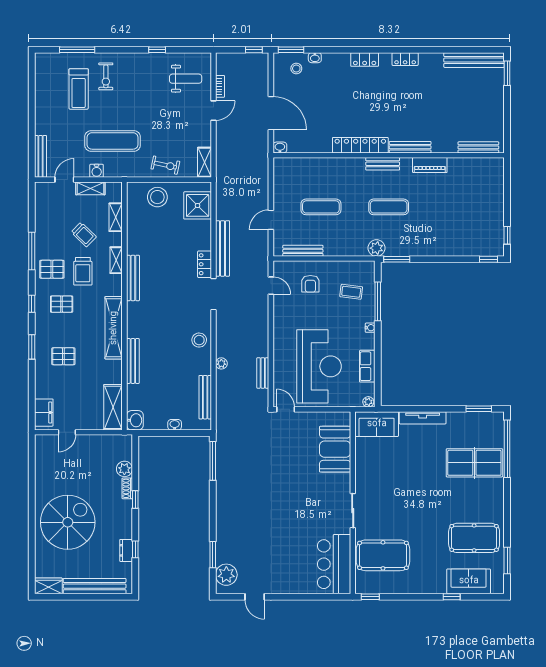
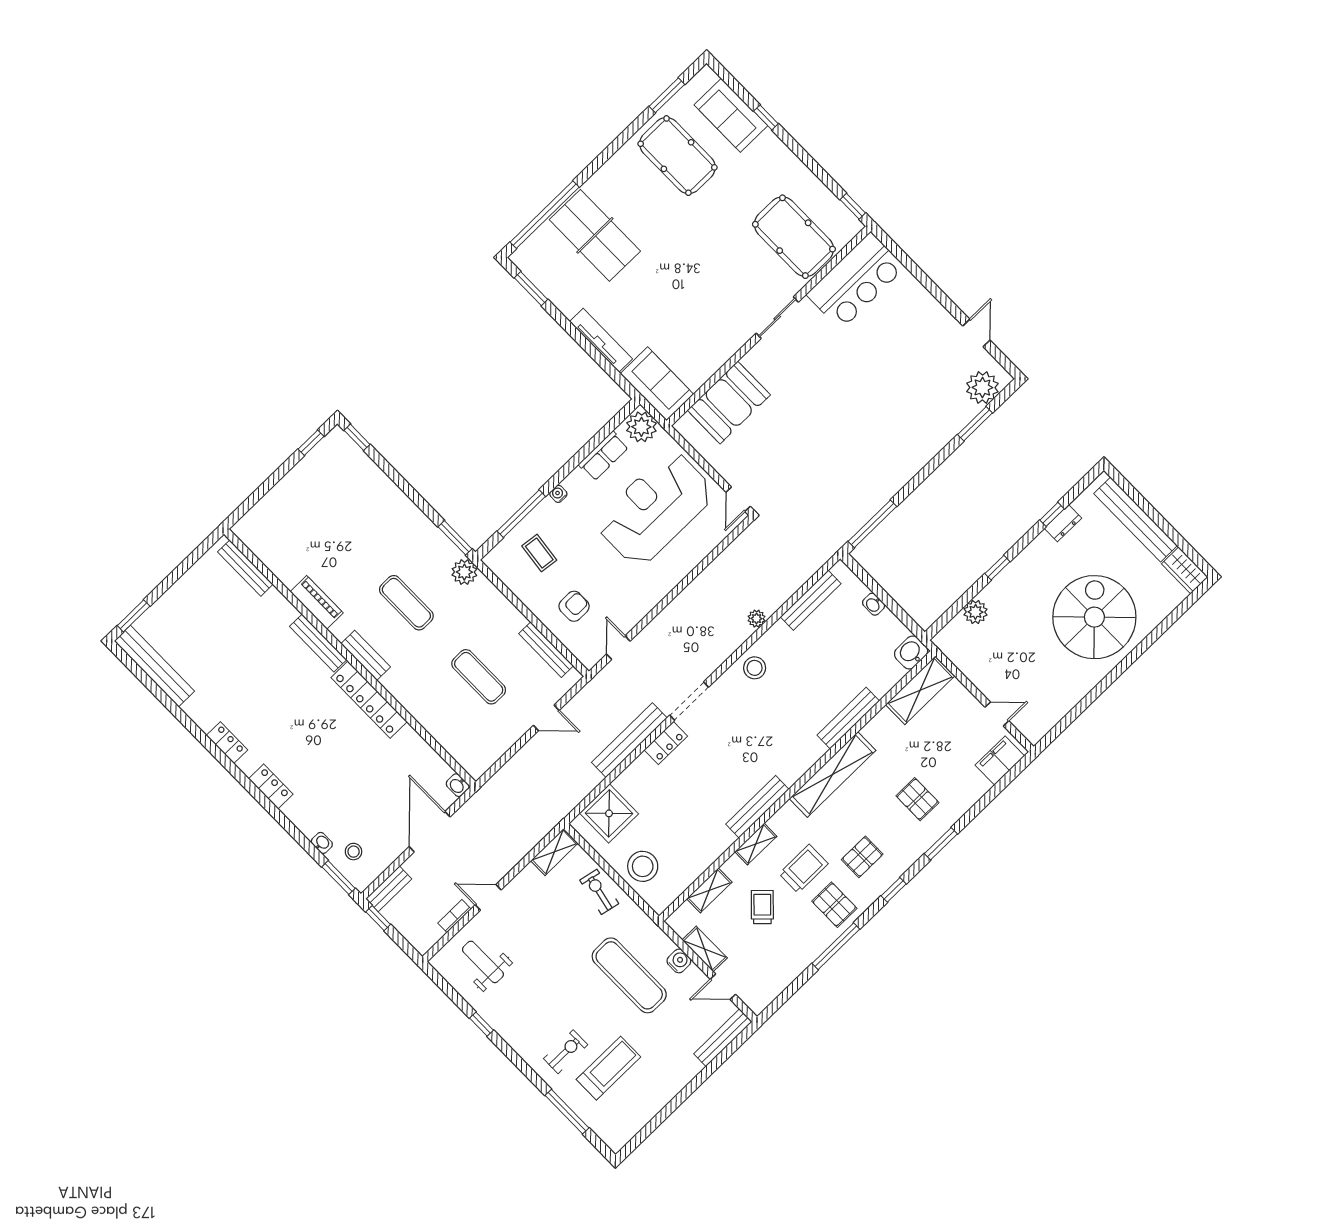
pallet: (62, 304) -> (862, 857), turned 90
bench: (263, 373) -> (389, 889), moved
plant: (368, 402) -> (641, 427), width x1.87, depth x1.87
shoe rack: (127, 488) -> (994, 588), removed
spiral stairs: (68, 522) -> (1094, 617), turned 90

